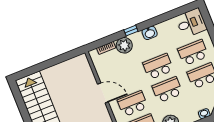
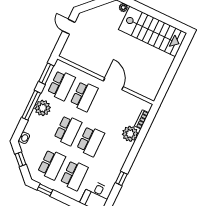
window: (131, 31) -> (121, 178), moved
washbasin: (150, 33) -> (120, 160), removed
door: (103, 93) -> (113, 84), swing flipped

